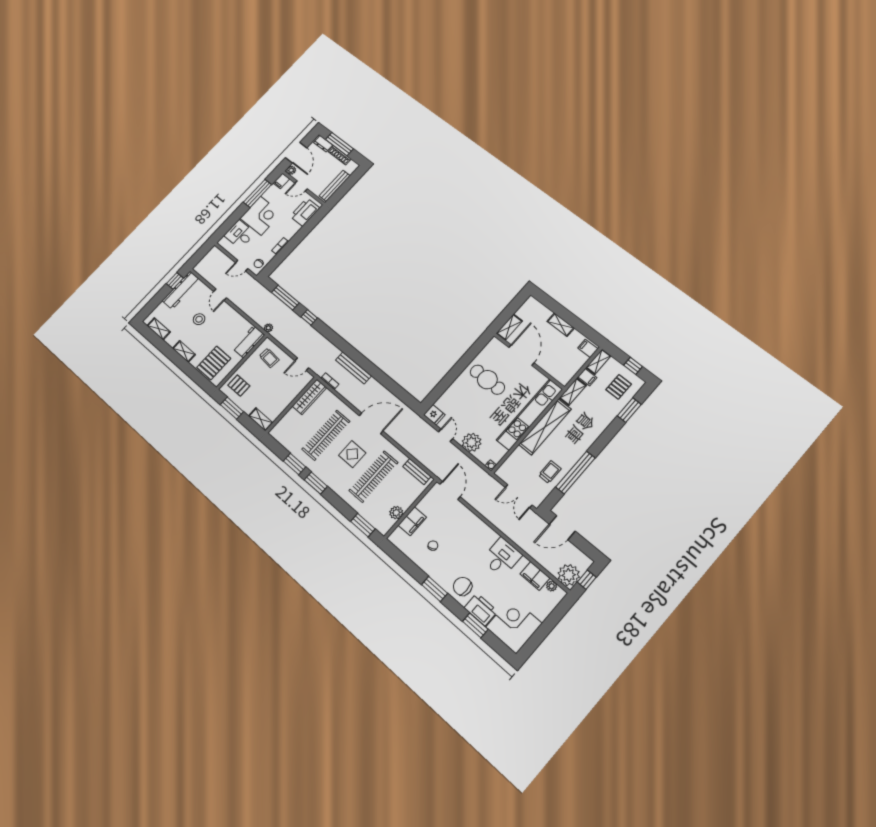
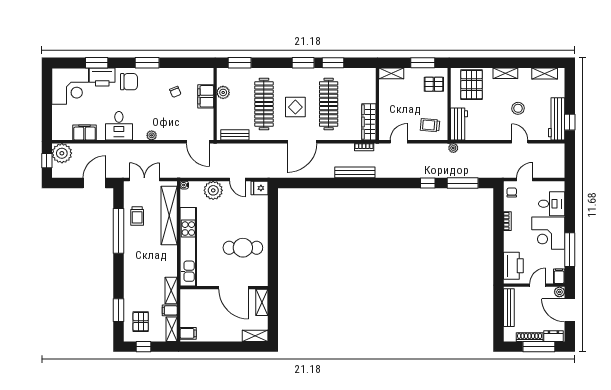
shelving: (561, 325) -> (255, 336), moved
shelving: (545, 427) -> (169, 216), moved
plant: (552, 586) -> (152, 135), moved

